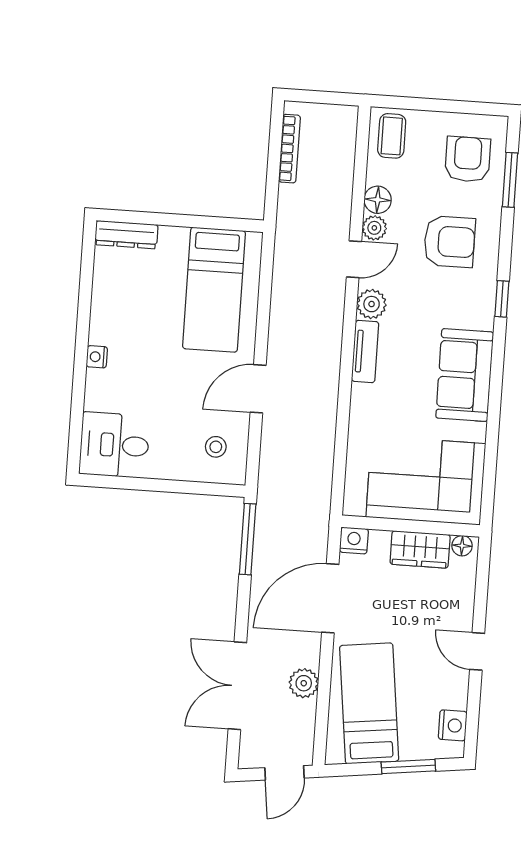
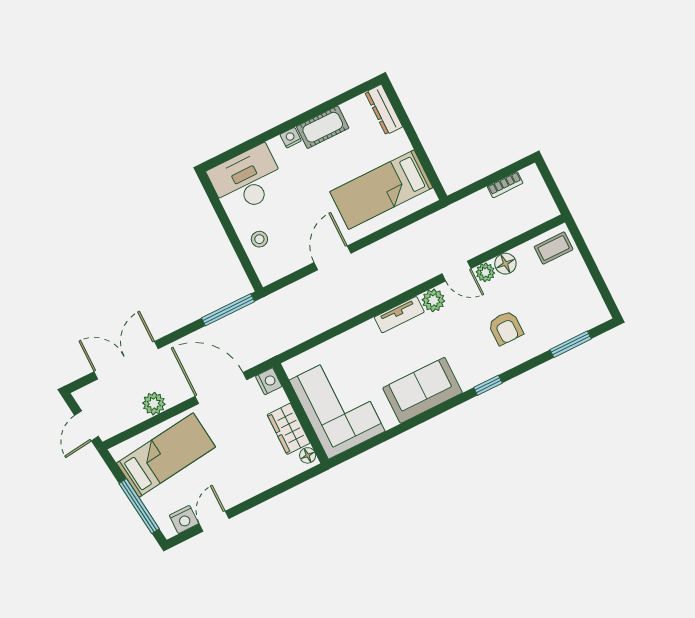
bookcase: (289, 149) -> (505, 185), width x0.64
armchair: (468, 159) -> (568, 308), removed
armchair: (449, 242) -> (506, 328), width x0.72, depth x0.72
cot: (106, 314) -> (323, 127), added
door: (258, 389) -> (332, 258), hinge flipped
desk: (114, 445) -> (247, 180), width x1.37
stool: (216, 447) -> (259, 239), moved
door: (477, 651) -> (214, 521), moved
window: (408, 767) -> (139, 506), width x1.44
door: (285, 773) -> (87, 426), hinge flipped

